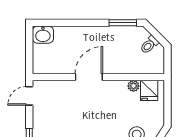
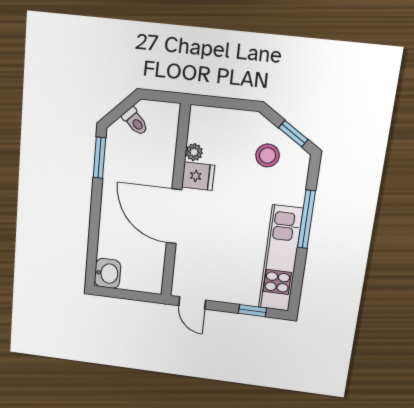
door: (89, 77) -> (174, 216), width x1.36
fridge: (149, 90) -> (198, 176), moved

